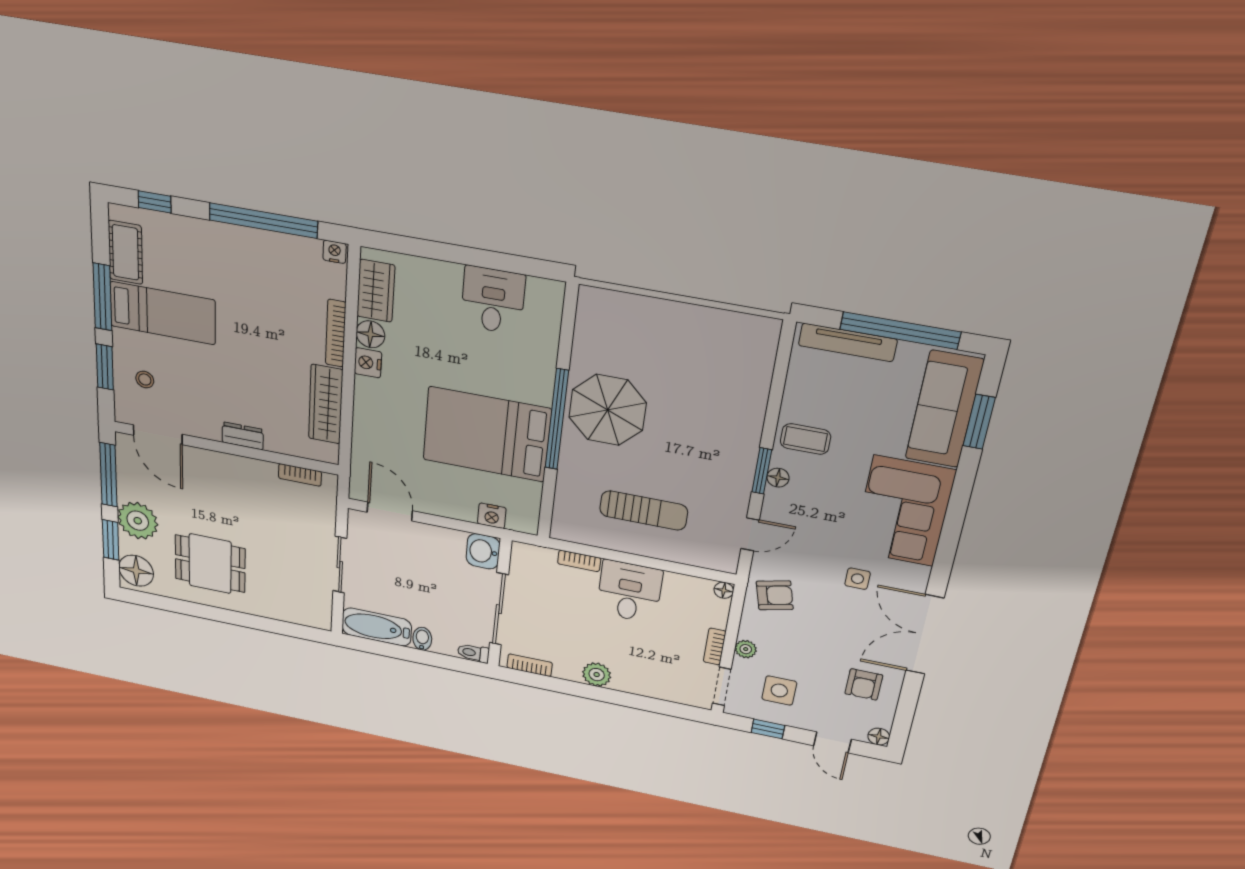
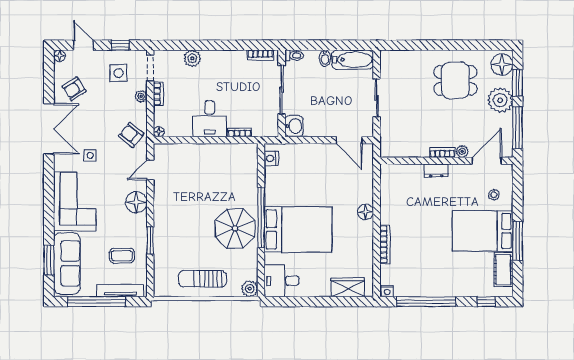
wardrobe: (376, 291) -> (348, 287), moved, turned 90
desk: (493, 300) -> (282, 281), moved, turned 90
plant: (593, 301) -> (250, 289), added
bed: (163, 313) -> (483, 231), width x1.50
floor lamp: (370, 334) -> (366, 212), moved
nightstand: (368, 363) -> (366, 230), removed
window: (105, 367) -> (518, 198), removed
wardrobe: (326, 404) -> (389, 201), removed
bed: (487, 434) -> (298, 229), moved
door: (158, 435) -> (487, 161), hinge flipped
coffee table: (805, 439) -> (122, 256), moved
plant: (199, 457) -> (462, 151), added
window: (762, 471) -> (150, 240), moved
bookcase: (300, 475) -> (442, 153), moved
floor lamp: (778, 478) -> (136, 202), width x1.89, depth x1.89
sun lounger: (644, 510) -> (202, 279), moved
nightstand: (492, 516) -> (271, 158), moved, turned -90
armchair: (775, 595) -> (131, 135), turned 53
plant: (597, 675) -> (192, 58), moved
armchair: (864, 684) -> (74, 89), turned -123

